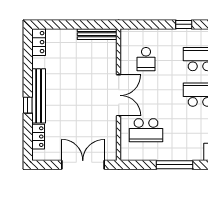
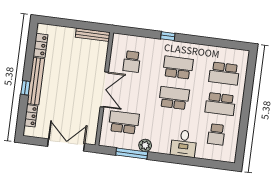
locker: (39, 42) -> (40, 45), moved
school desk: (146, 130) -> (124, 122), turned 180
plant: (174, 153) -> (145, 145), added
window: (174, 165) -> (132, 153), moved

